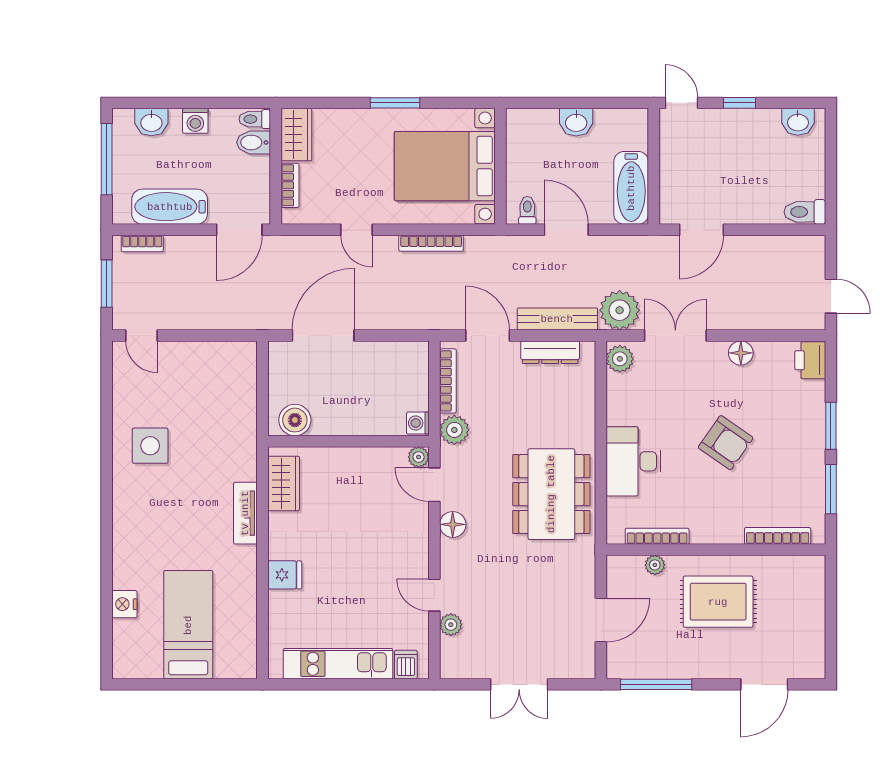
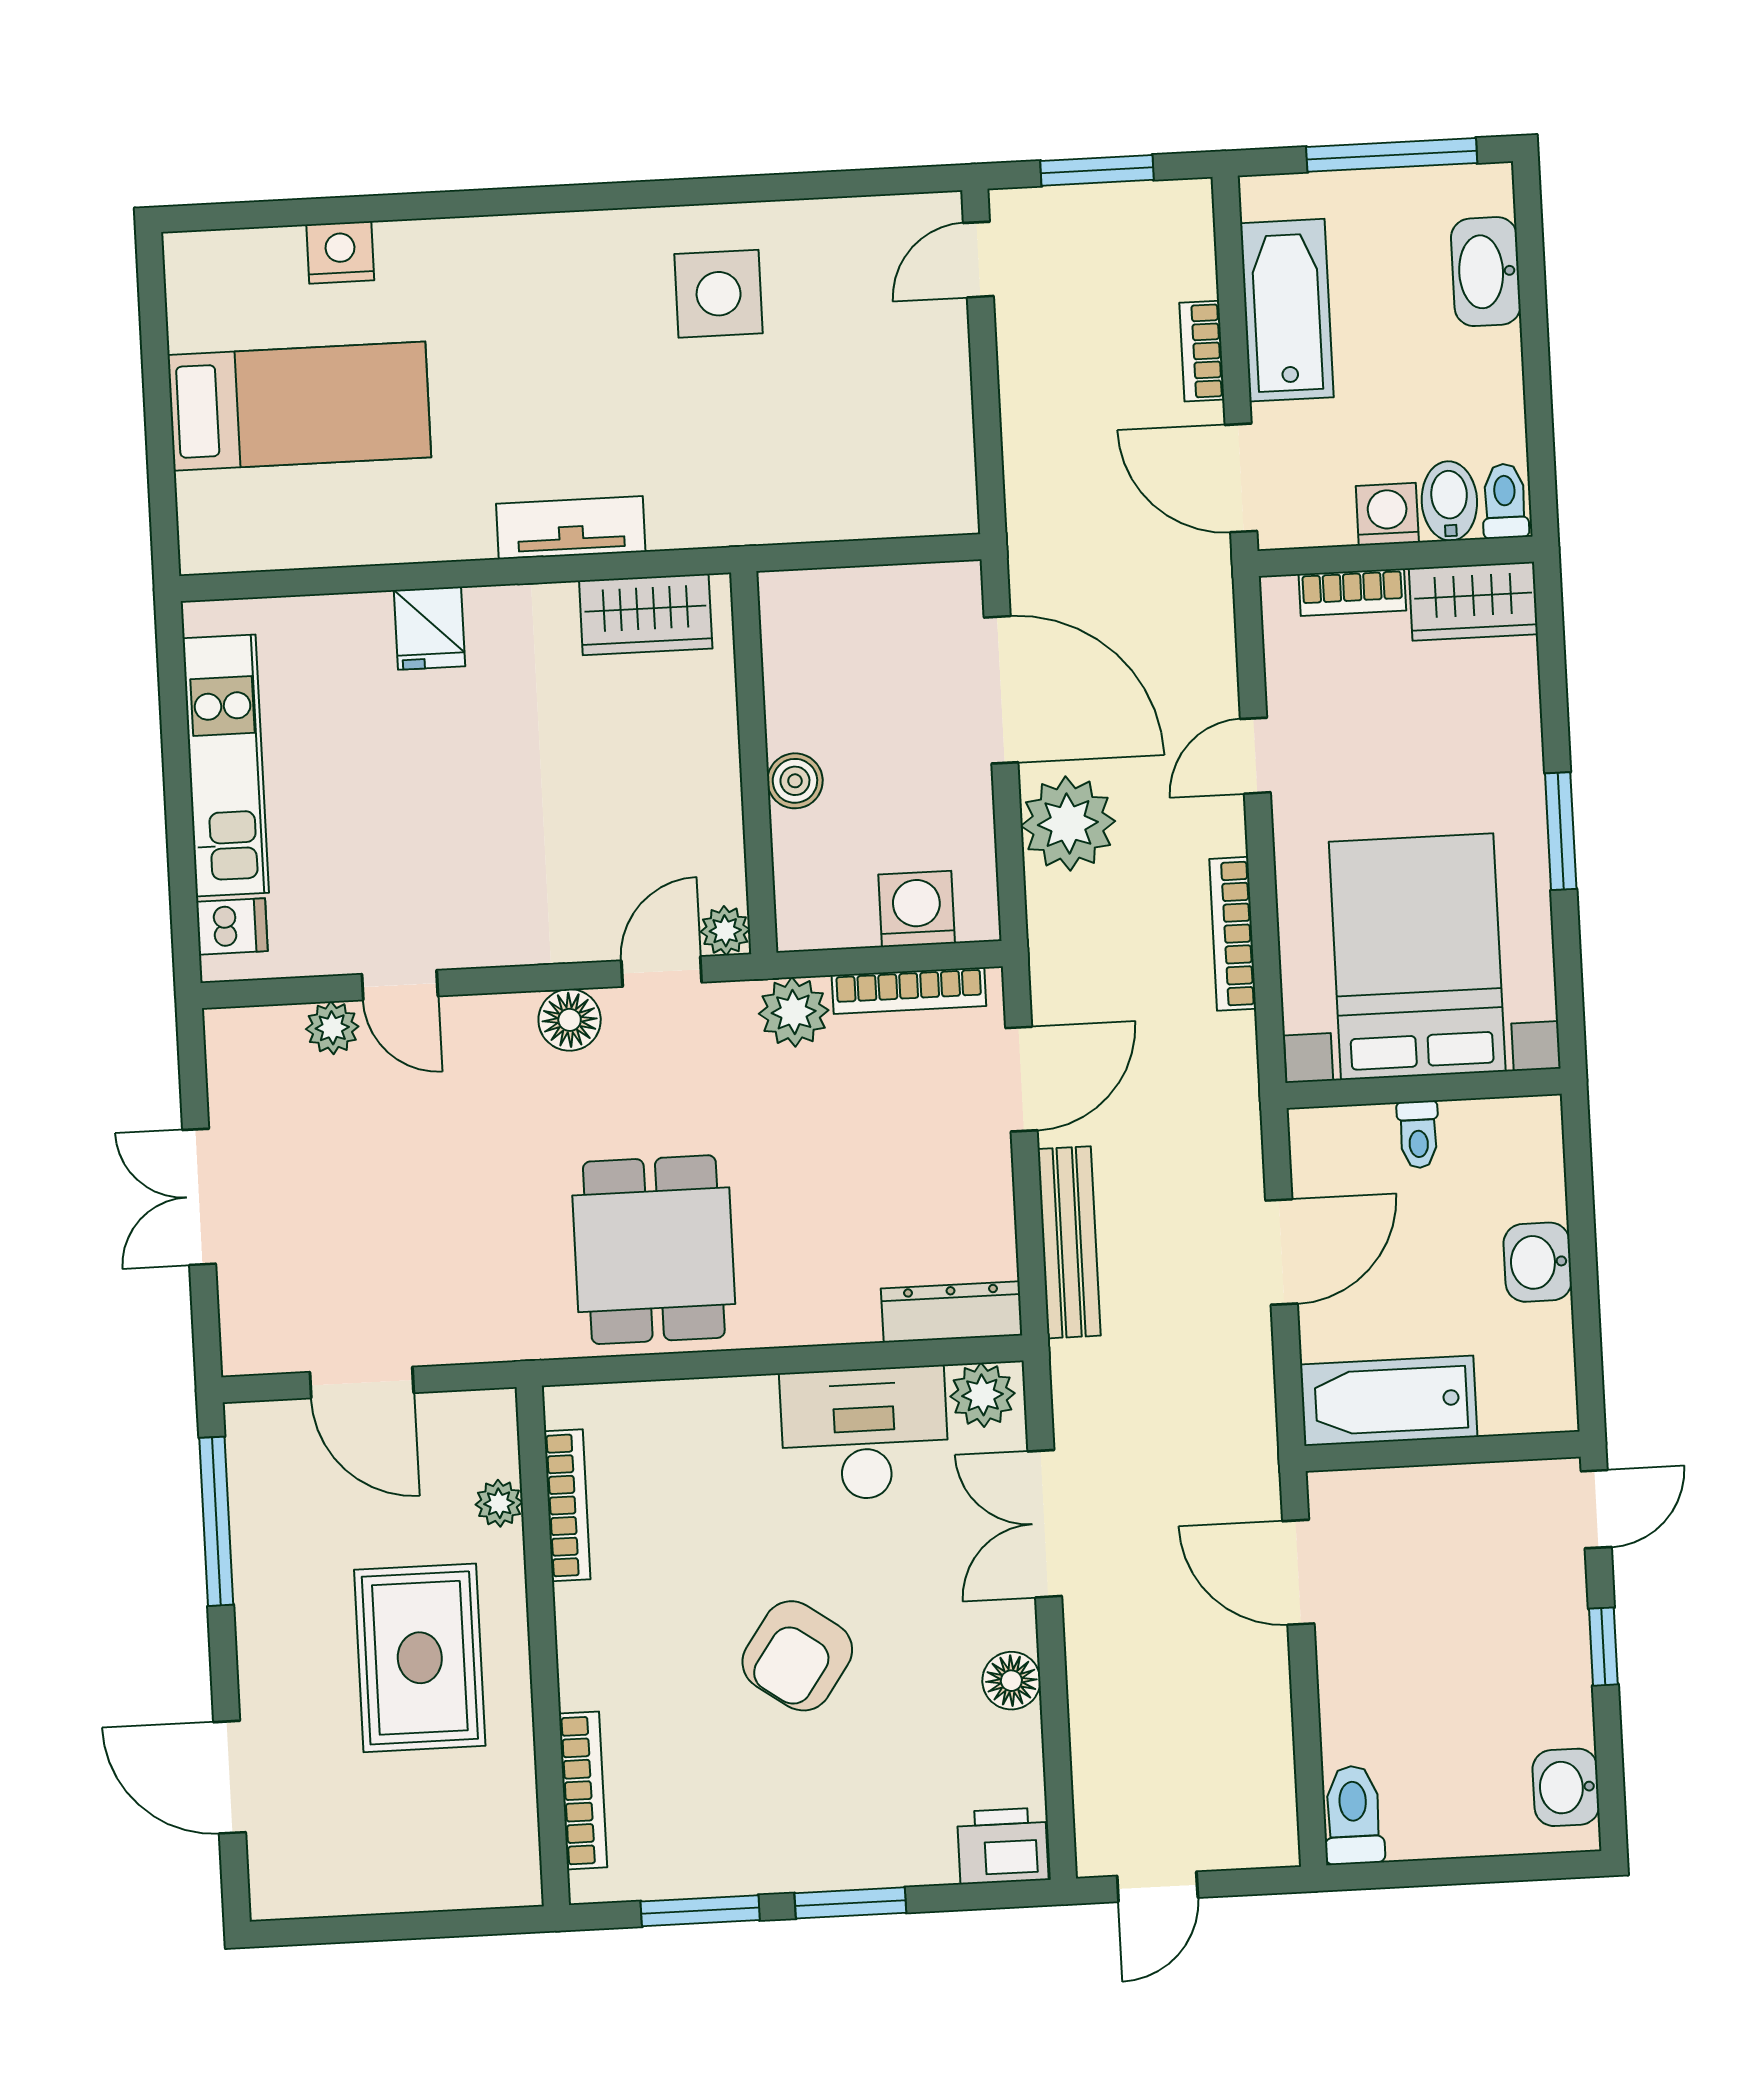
washing machine: (195, 121) -> (1387, 514), moved, turned 90
washbasin: (151, 122) -> (1486, 272), width x1.38
toilet: (527, 210) -> (1418, 1135), moved, turned 90
bookcase: (142, 243) -> (1202, 351), moved
plant: (620, 310) -> (1068, 824), moved
double door: (675, 335) -> (1045, 1524), swing flipped
dresser: (550, 352) -> (952, 1312), moved, turned 90
boiler: (295, 420) -> (795, 781), moved, width x0.73, depth x0.73
washing machine: (418, 423) -> (917, 909), moved, width x1.38, depth x1.38
desk: (633, 461) -> (865, 1434), moved
dining table: (551, 494) -> (654, 1250), width x0.73
door: (434, 595) -> (400, 985), swing flipped

